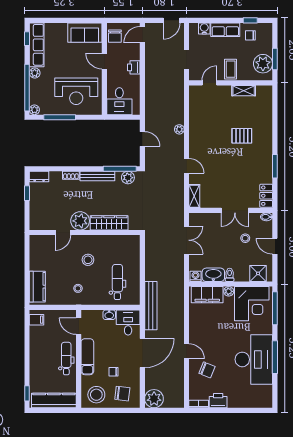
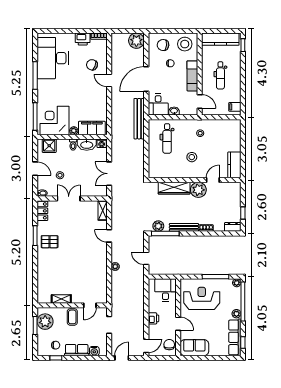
pallet: (242, 136) -> (50, 242), moved
kitchen counter: (37, 287) -> (234, 165), moved
dental chair: (66, 359) -> (220, 75), moved
desk: (254, 359) -> (53, 58), moved

